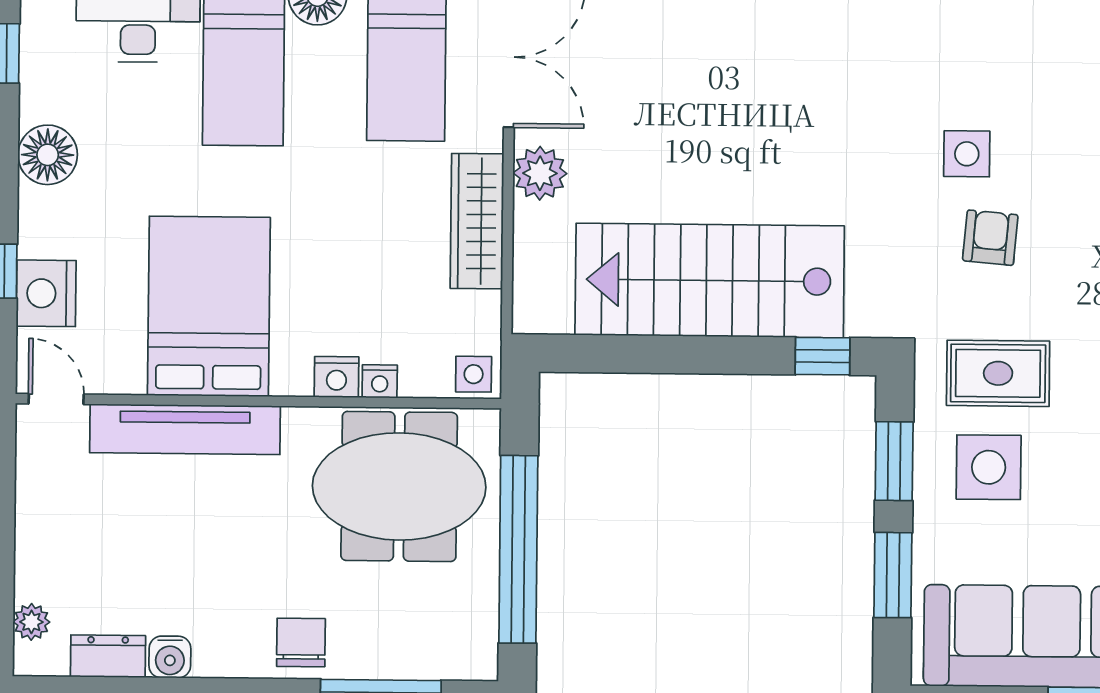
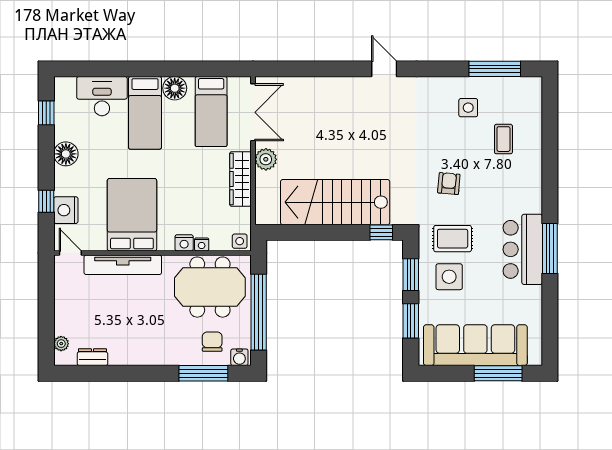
side table: (967, 154) -> (468, 108), moved
chair: (301, 642) -> (212, 342), moved
water cooler: (170, 657) -> (239, 357), moved

